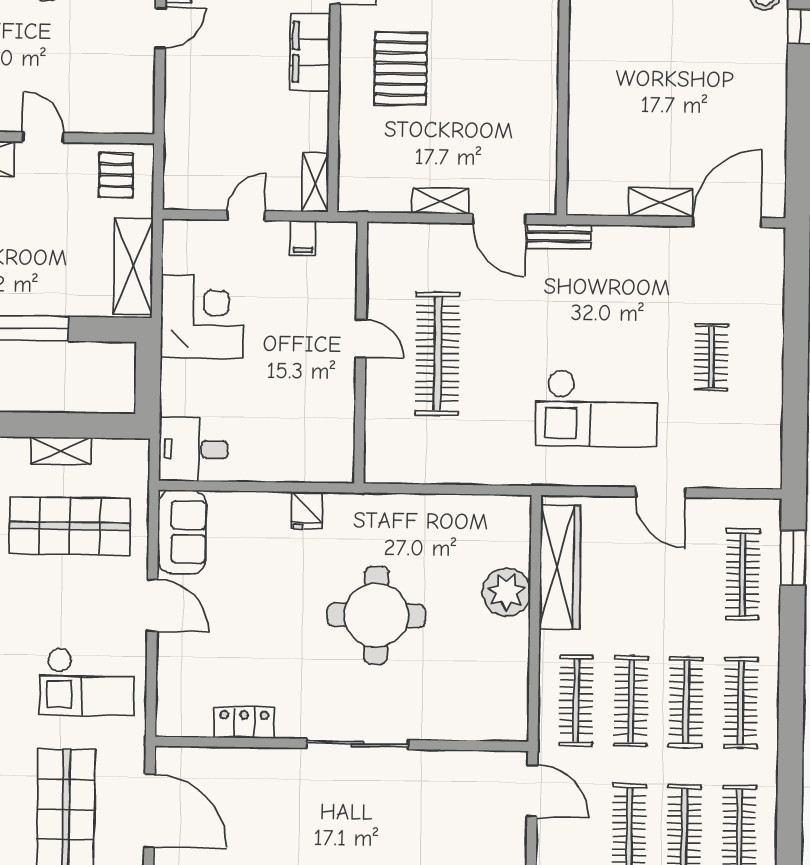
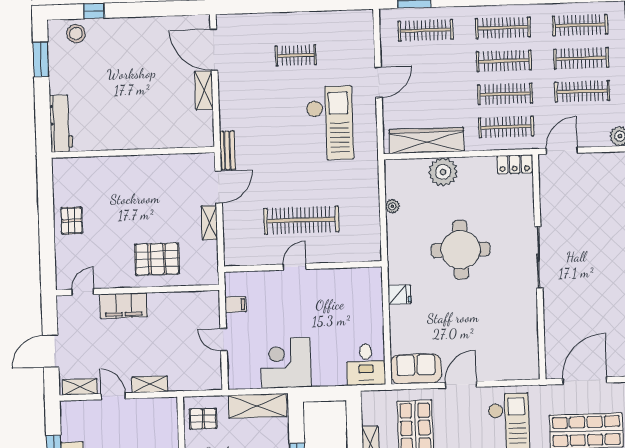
pallet: (401, 68) -> (157, 259), moved
shelving: (315, 183) -> (150, 384), moved
plant: (454, 505) -> (392, 206), added
locker: (244, 723) -> (515, 164), moved, turned -90

